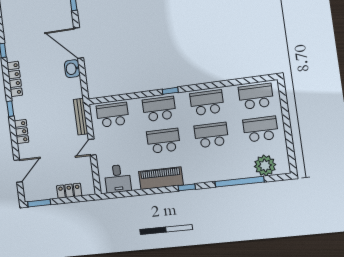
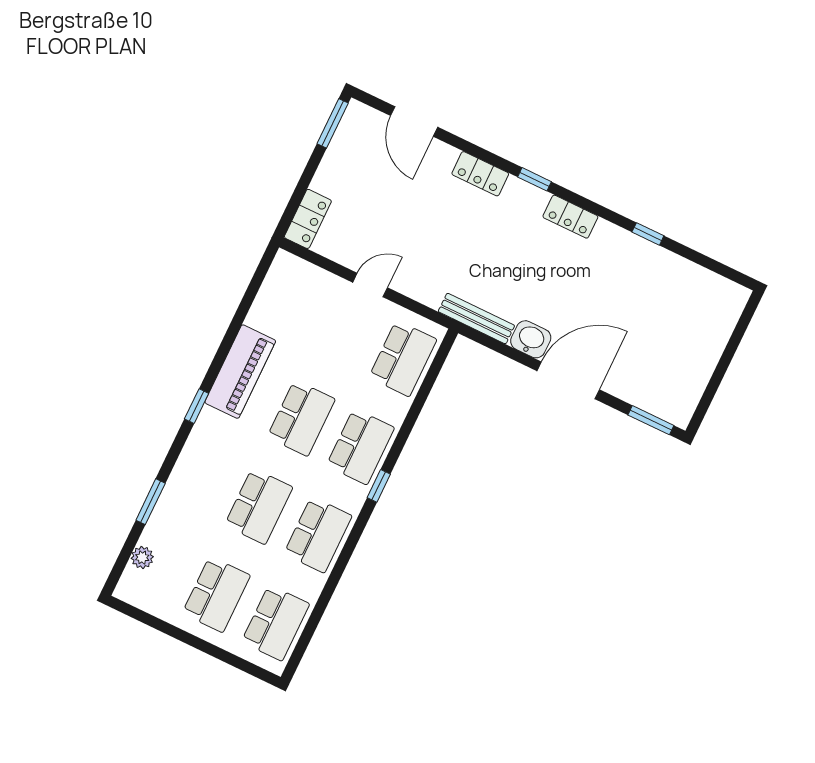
locker: (15, 79) -> (570, 217), width x0.66
bench: (81, 117) -> (476, 319), moved
door: (92, 147) -> (370, 285), hinge flipped
plant: (265, 166) -> (142, 557), width x0.53, depth x0.53
desk: (118, 179) -> (287, 295), removed
window: (239, 182) -> (151, 502), width x0.47
locker: (69, 191) -> (308, 219), moved

